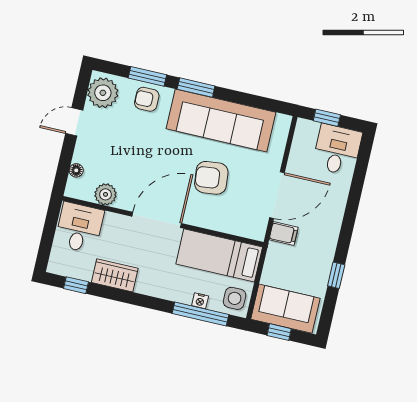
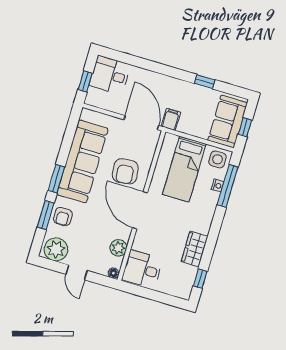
plant: (105, 194) -> (118, 248), moved
door: (157, 220) -> (140, 210), moved
wall: (163, 221) -> (141, 206), moved
desk: (79, 228) -> (142, 269), moved

